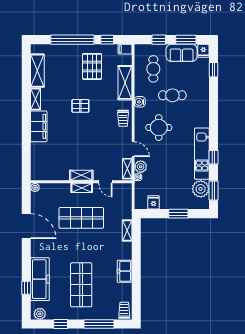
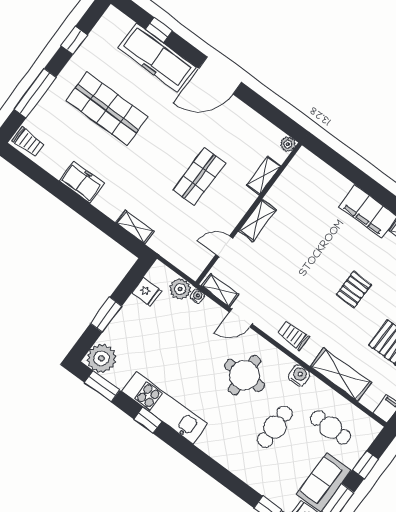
plant: (141, 167) -> (180, 289), moved
shelving: (82, 188) -> (264, 176), moved
plant: (201, 189) -> (101, 358), moved
shop shelf: (81, 218) -> (199, 177), width x0.70, depth x0.74
door: (26, 226) -> (220, 75), moved
plant: (40, 314) -> (109, 22), removed

